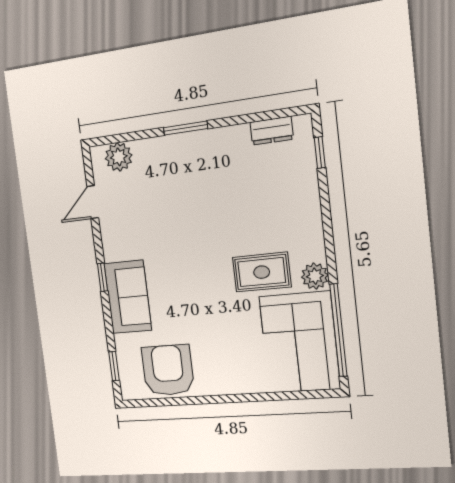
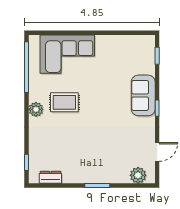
plant: (315, 276) -> (36, 109), moved
corner sofa: (300, 343) -> (67, 54), moved, turned 90
armchair: (168, 370) -> (125, 51), removed

